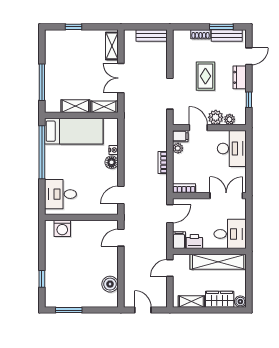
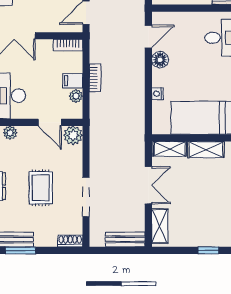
shoe rack: (200, 34) -> (70, 241), moved
bench: (152, 35) -> (125, 239), moved
doorway: (170, 94) -> (86, 197), moved
plant: (216, 117) -> (73, 135), moved
filing cabinet: (180, 136) -> (73, 81), moved
floor lamp: (112, 162) -> (160, 60), moved

